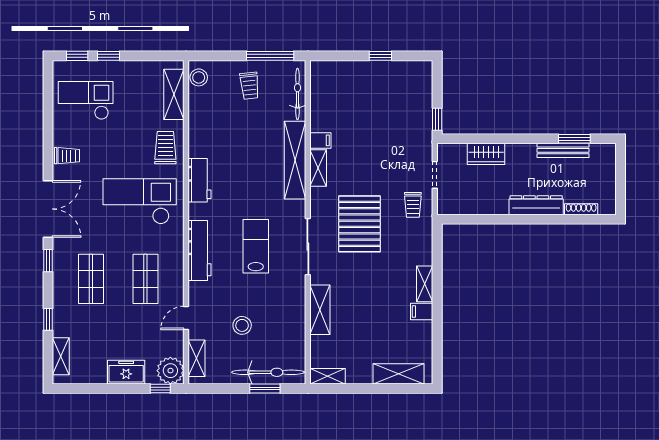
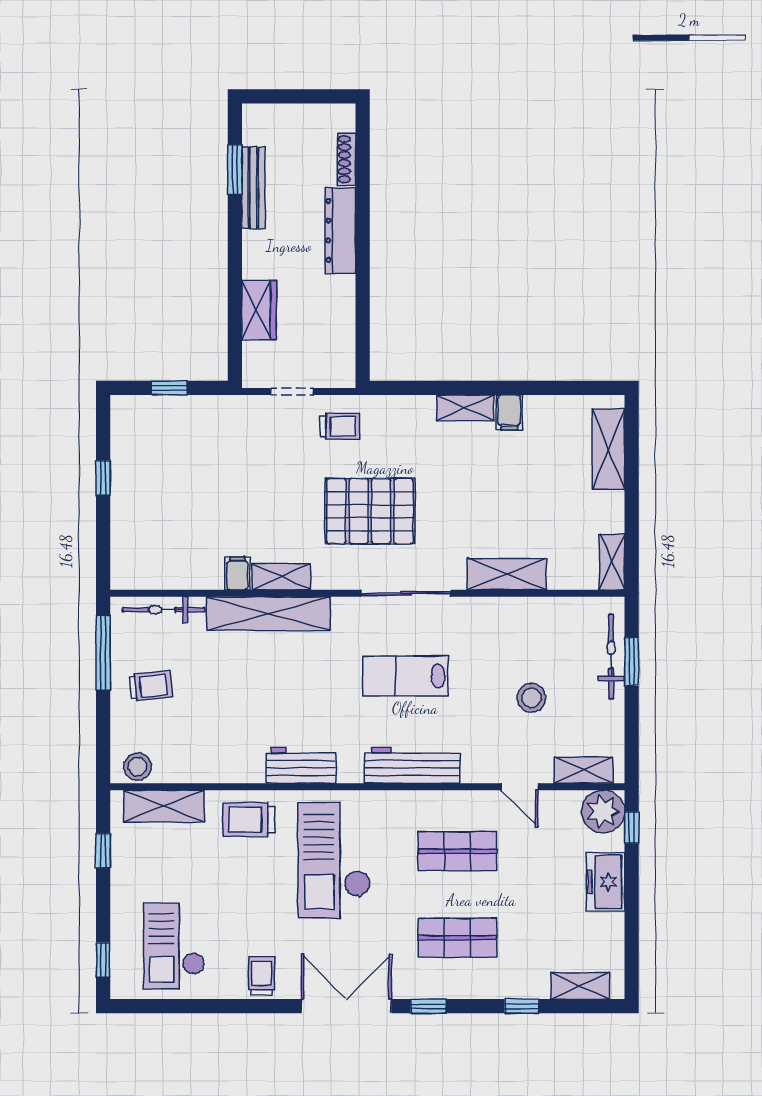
window: (109, 56) -> (103, 851), moved
window: (437, 119) -> (169, 388), moved
bicycle: (268, 372) -> (611, 656), width x0.73, depth x0.71

